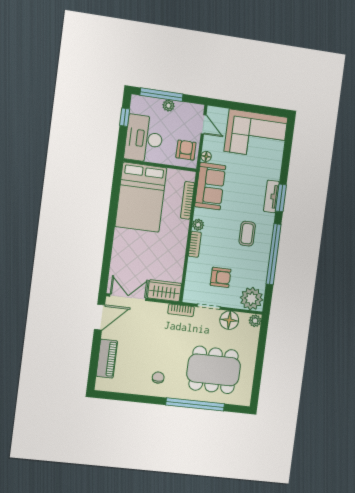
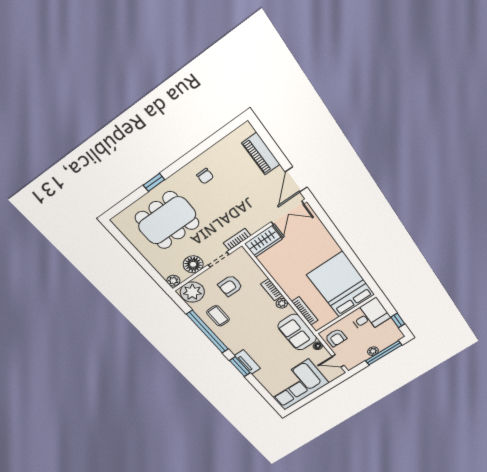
desk: (144, 139) -> (370, 316), width x0.73
coffee table: (247, 234) -> (218, 316), moved
window: (195, 404) -> (154, 182), width x0.32

